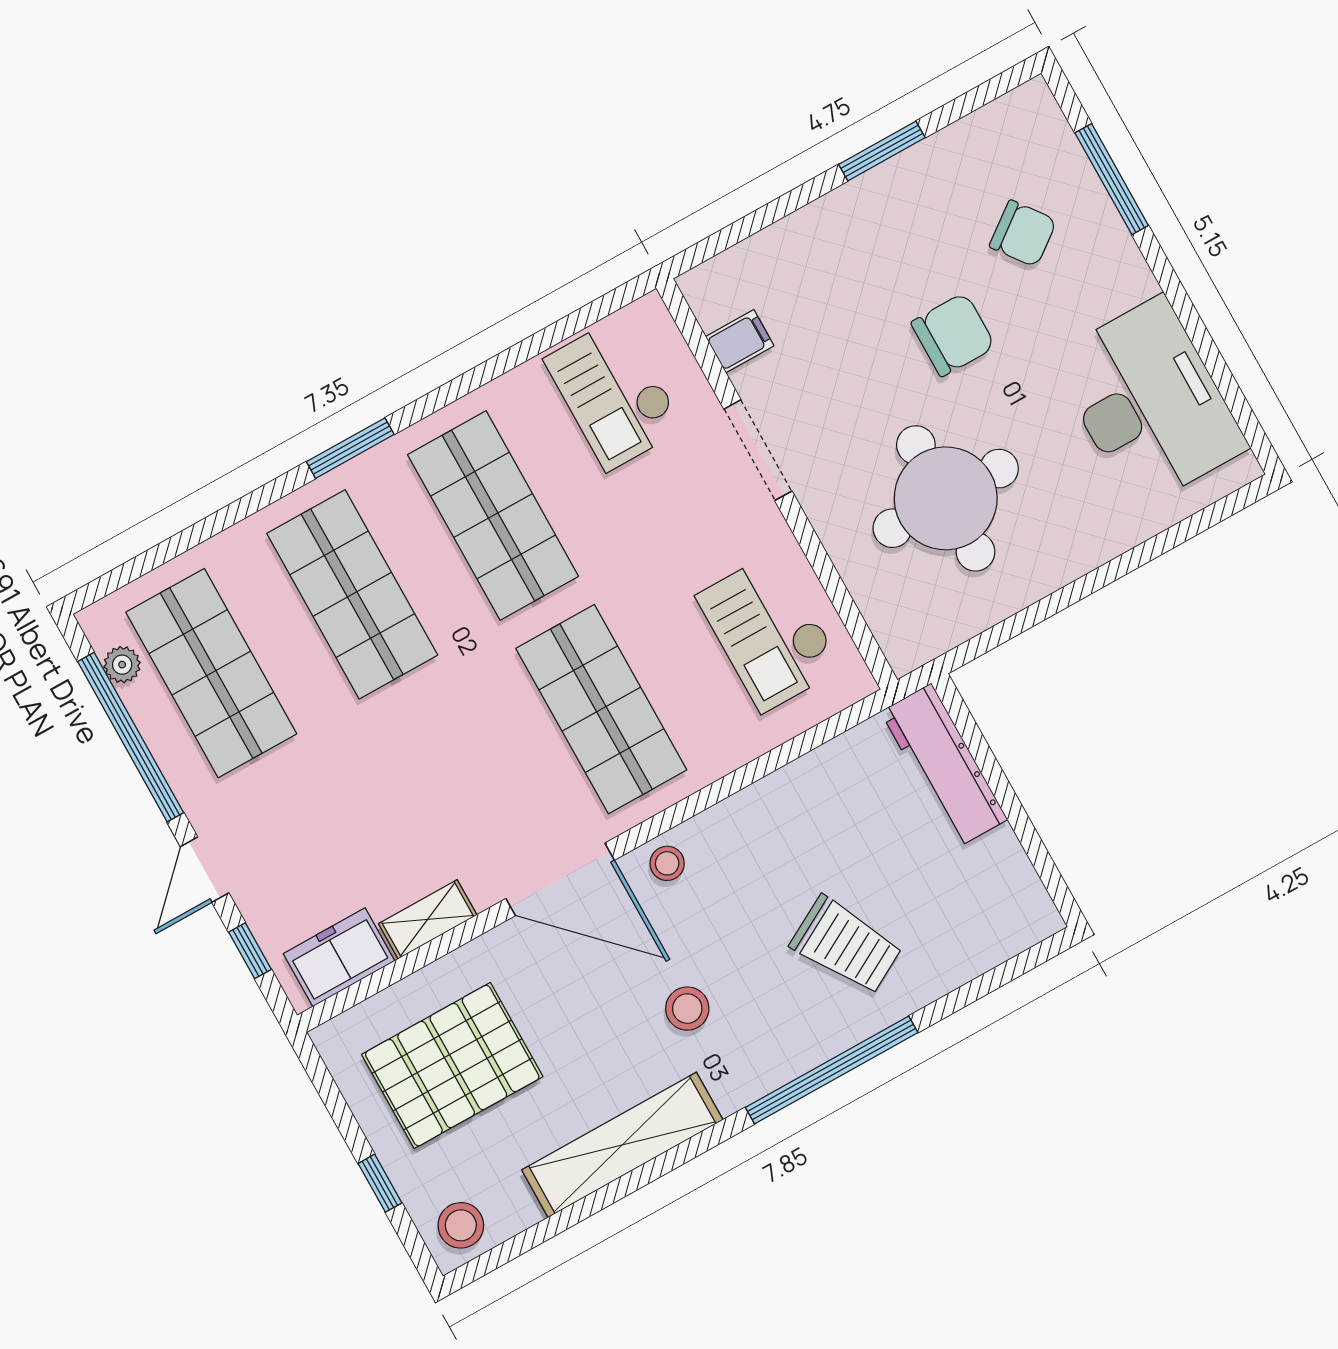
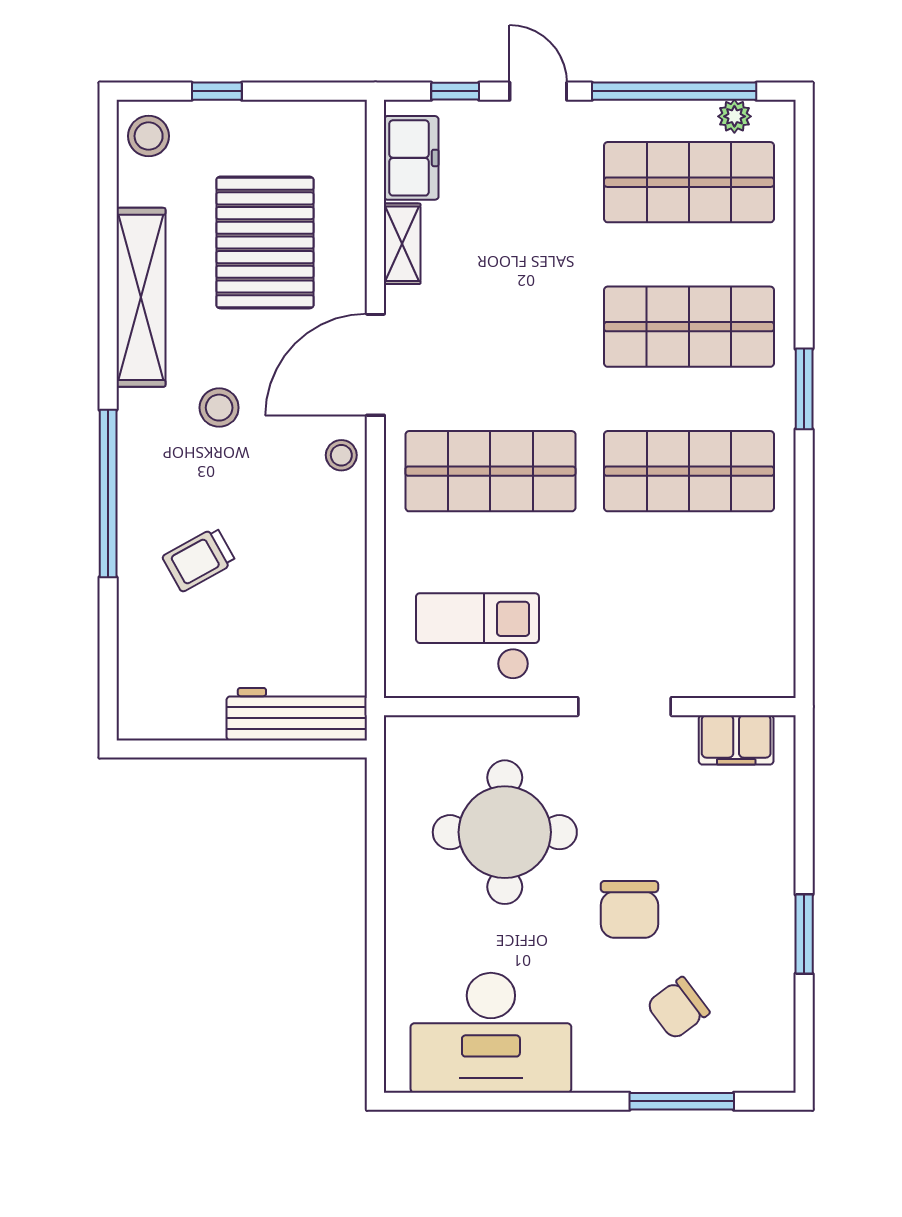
filing cabinet: (740, 341) -> (736, 740), width x2.00
checkout: (614, 394) -> (731, 619), removed
trolley: (846, 945) -> (199, 559), width x0.73, depth x0.72
pallet: (452, 1066) -> (265, 242), moved

